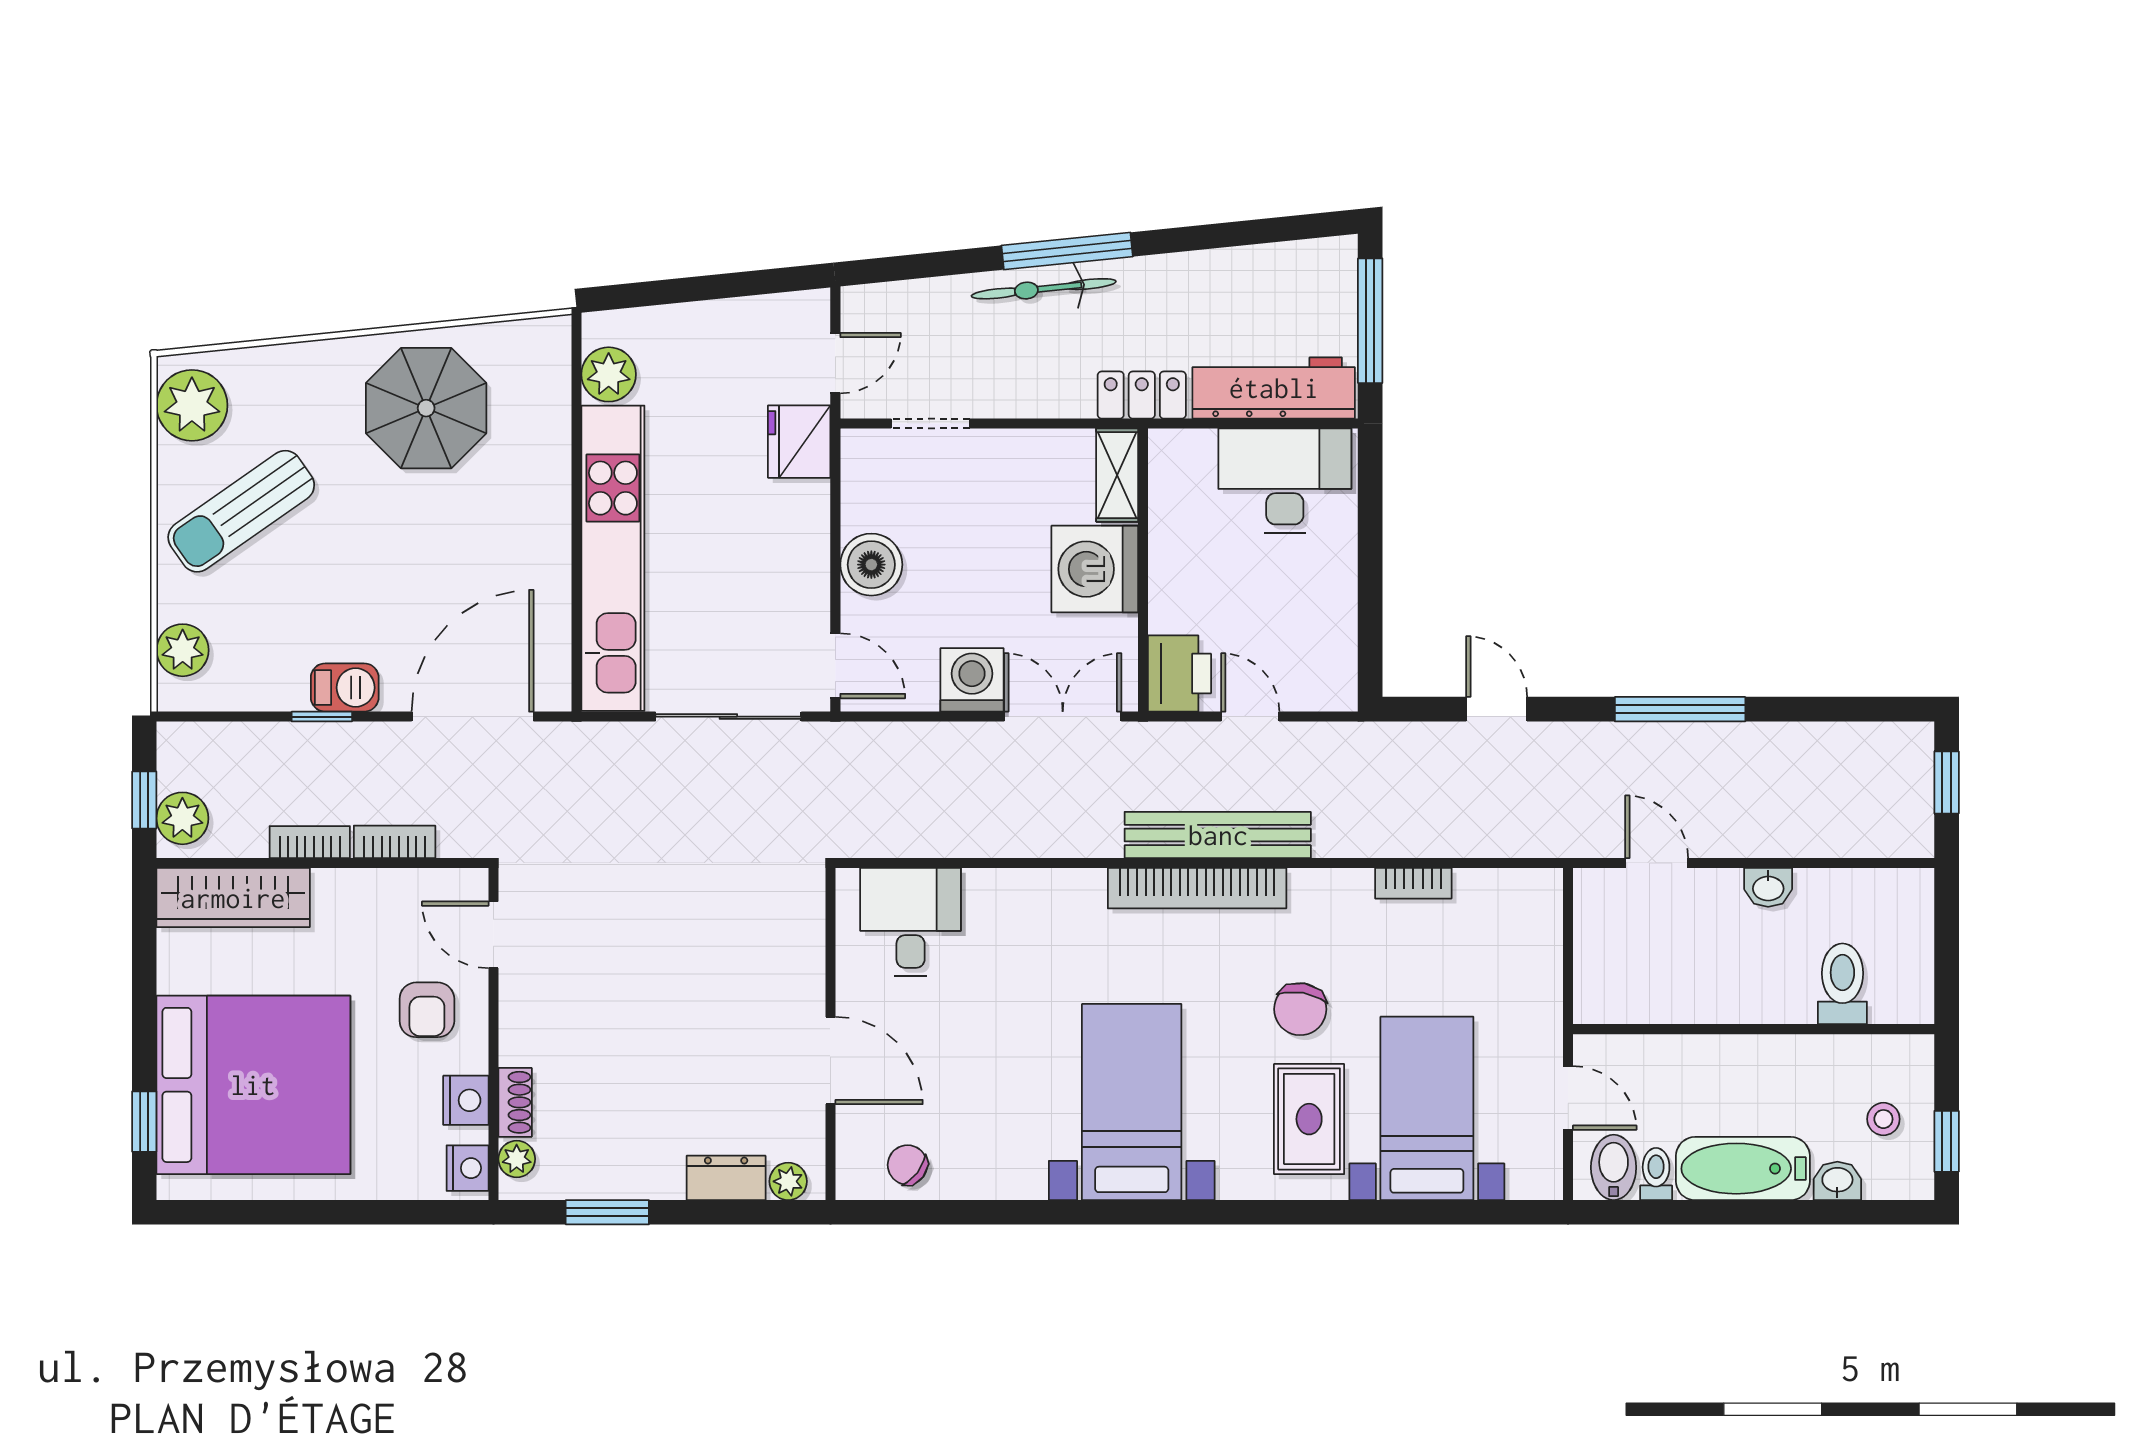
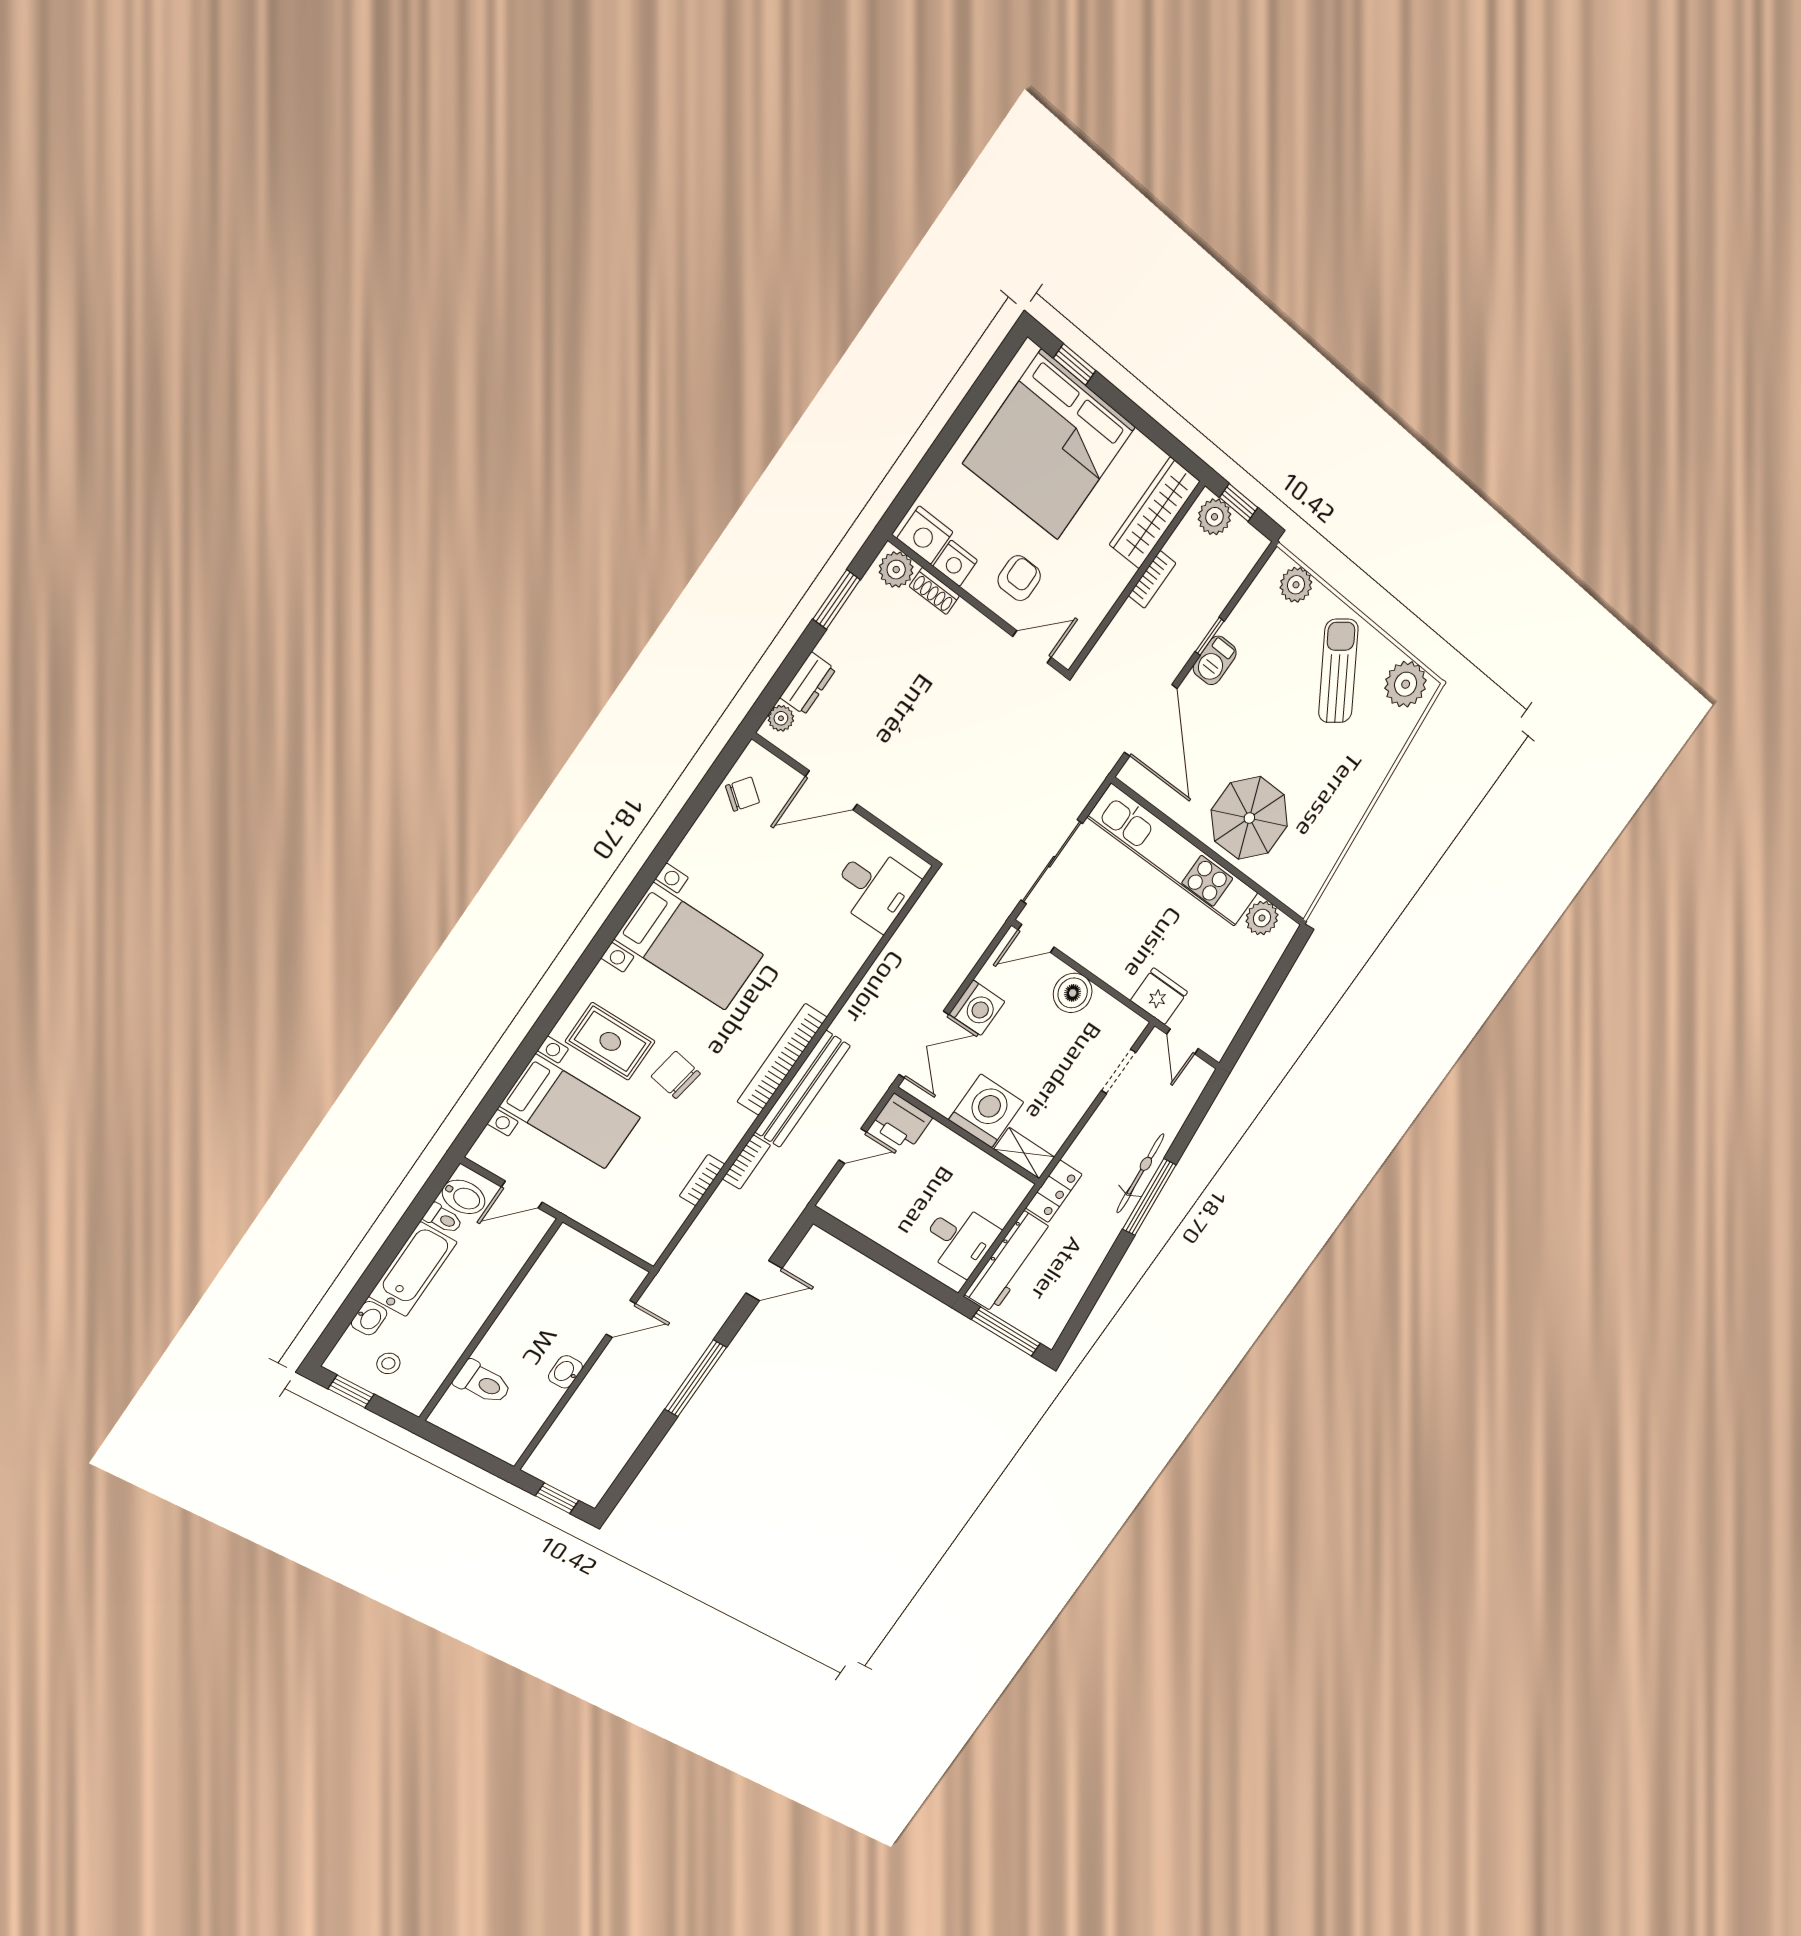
parasol: (426, 408) -> (1249, 818), moved
desk: (1285, 481) -> (959, 1239), width x0.73
bookcase: (395, 842) -> (746, 1162), moved
armchair: (427, 1010) -> (1019, 578), turned 90
plant: (517, 1159) -> (896, 570), width x1.38, depth x1.38
nightstand: (468, 1168) -> (925, 535), width x1.36, depth x1.33

